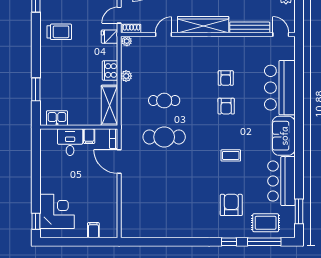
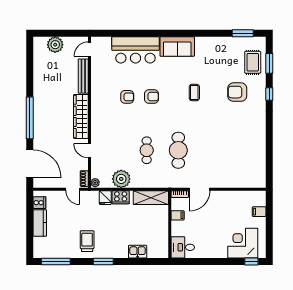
fridge: (109, 37) -> (105, 198), moved
plant: (126, 76) -> (121, 179), width x1.88, depth x1.88
window: (36, 89) -> (103, 262), moved
kitchen sink: (57, 118) -> (138, 252), moved, turned 90
desk: (70, 142) -> (183, 247), moved
bar counter: (281, 181) -> (216, 49), removed
window: (264, 242) -> (269, 63), width x0.69

